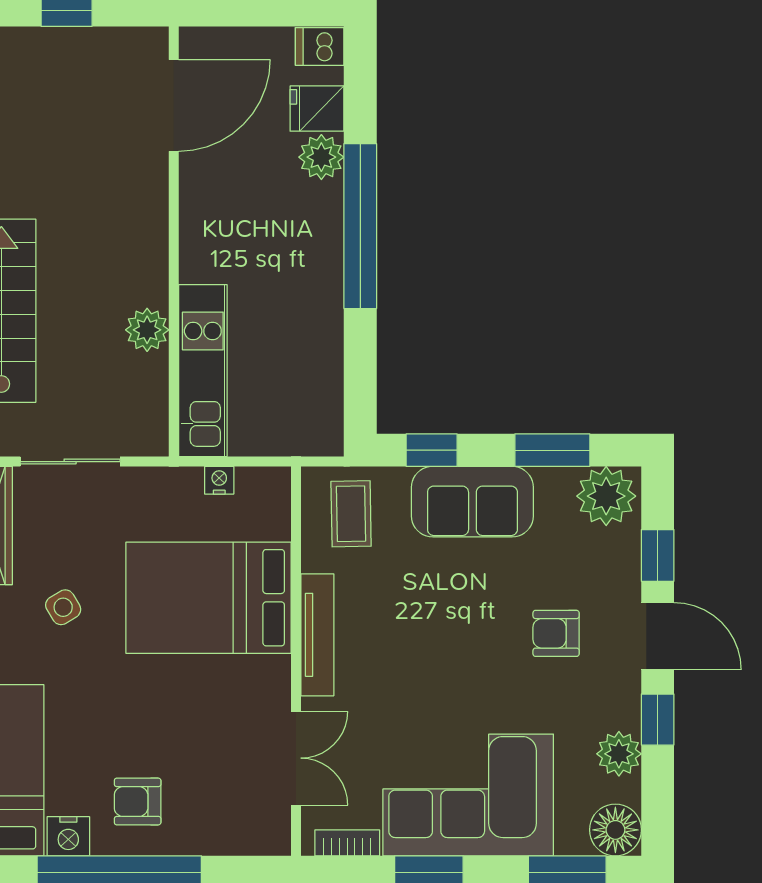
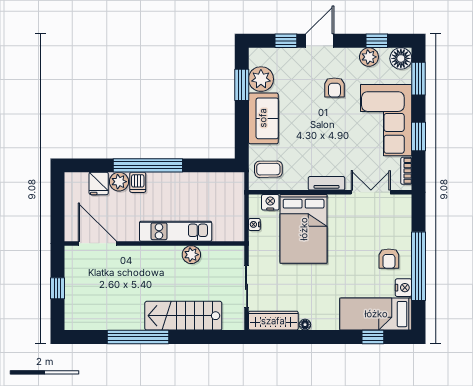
dishwasher: (320, 46) -> (138, 182), moved
kitchen unit: (203, 371) -> (176, 231), moved
window: (432, 450) -> (242, 135), removed
plant: (606, 496) -> (261, 79), moved
nightstand: (272, 518) -> (270, 202), added
side table: (63, 607) -> (308, 290), removed
armchair: (556, 633) -> (334, 87), moved
tv unit: (317, 635) -> (327, 183), width x0.71
window: (658, 720) -> (377, 41), moved

